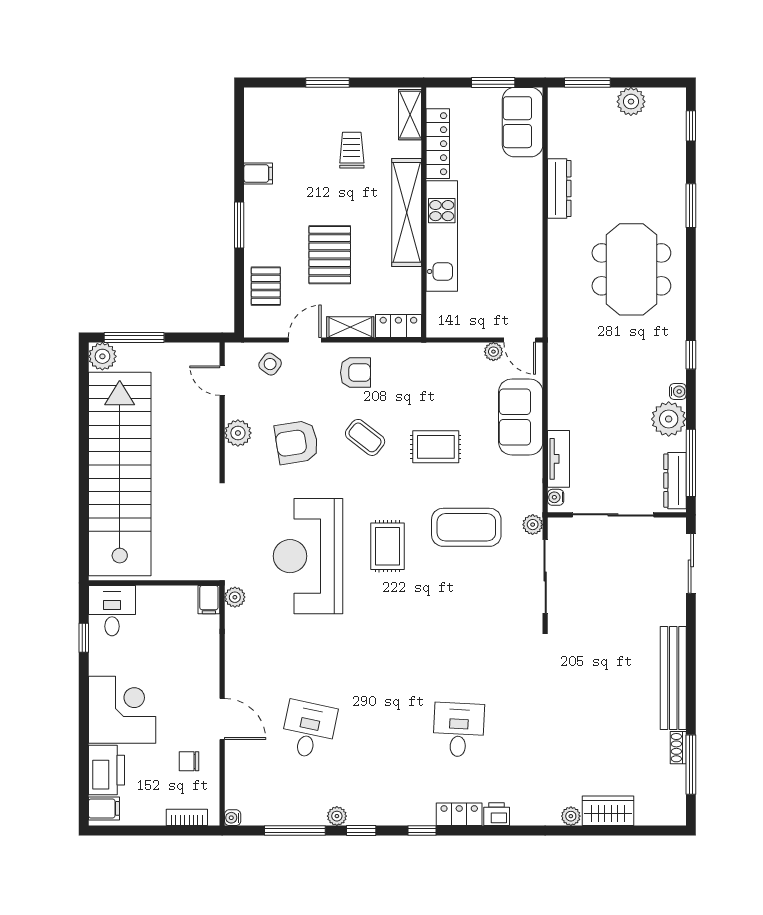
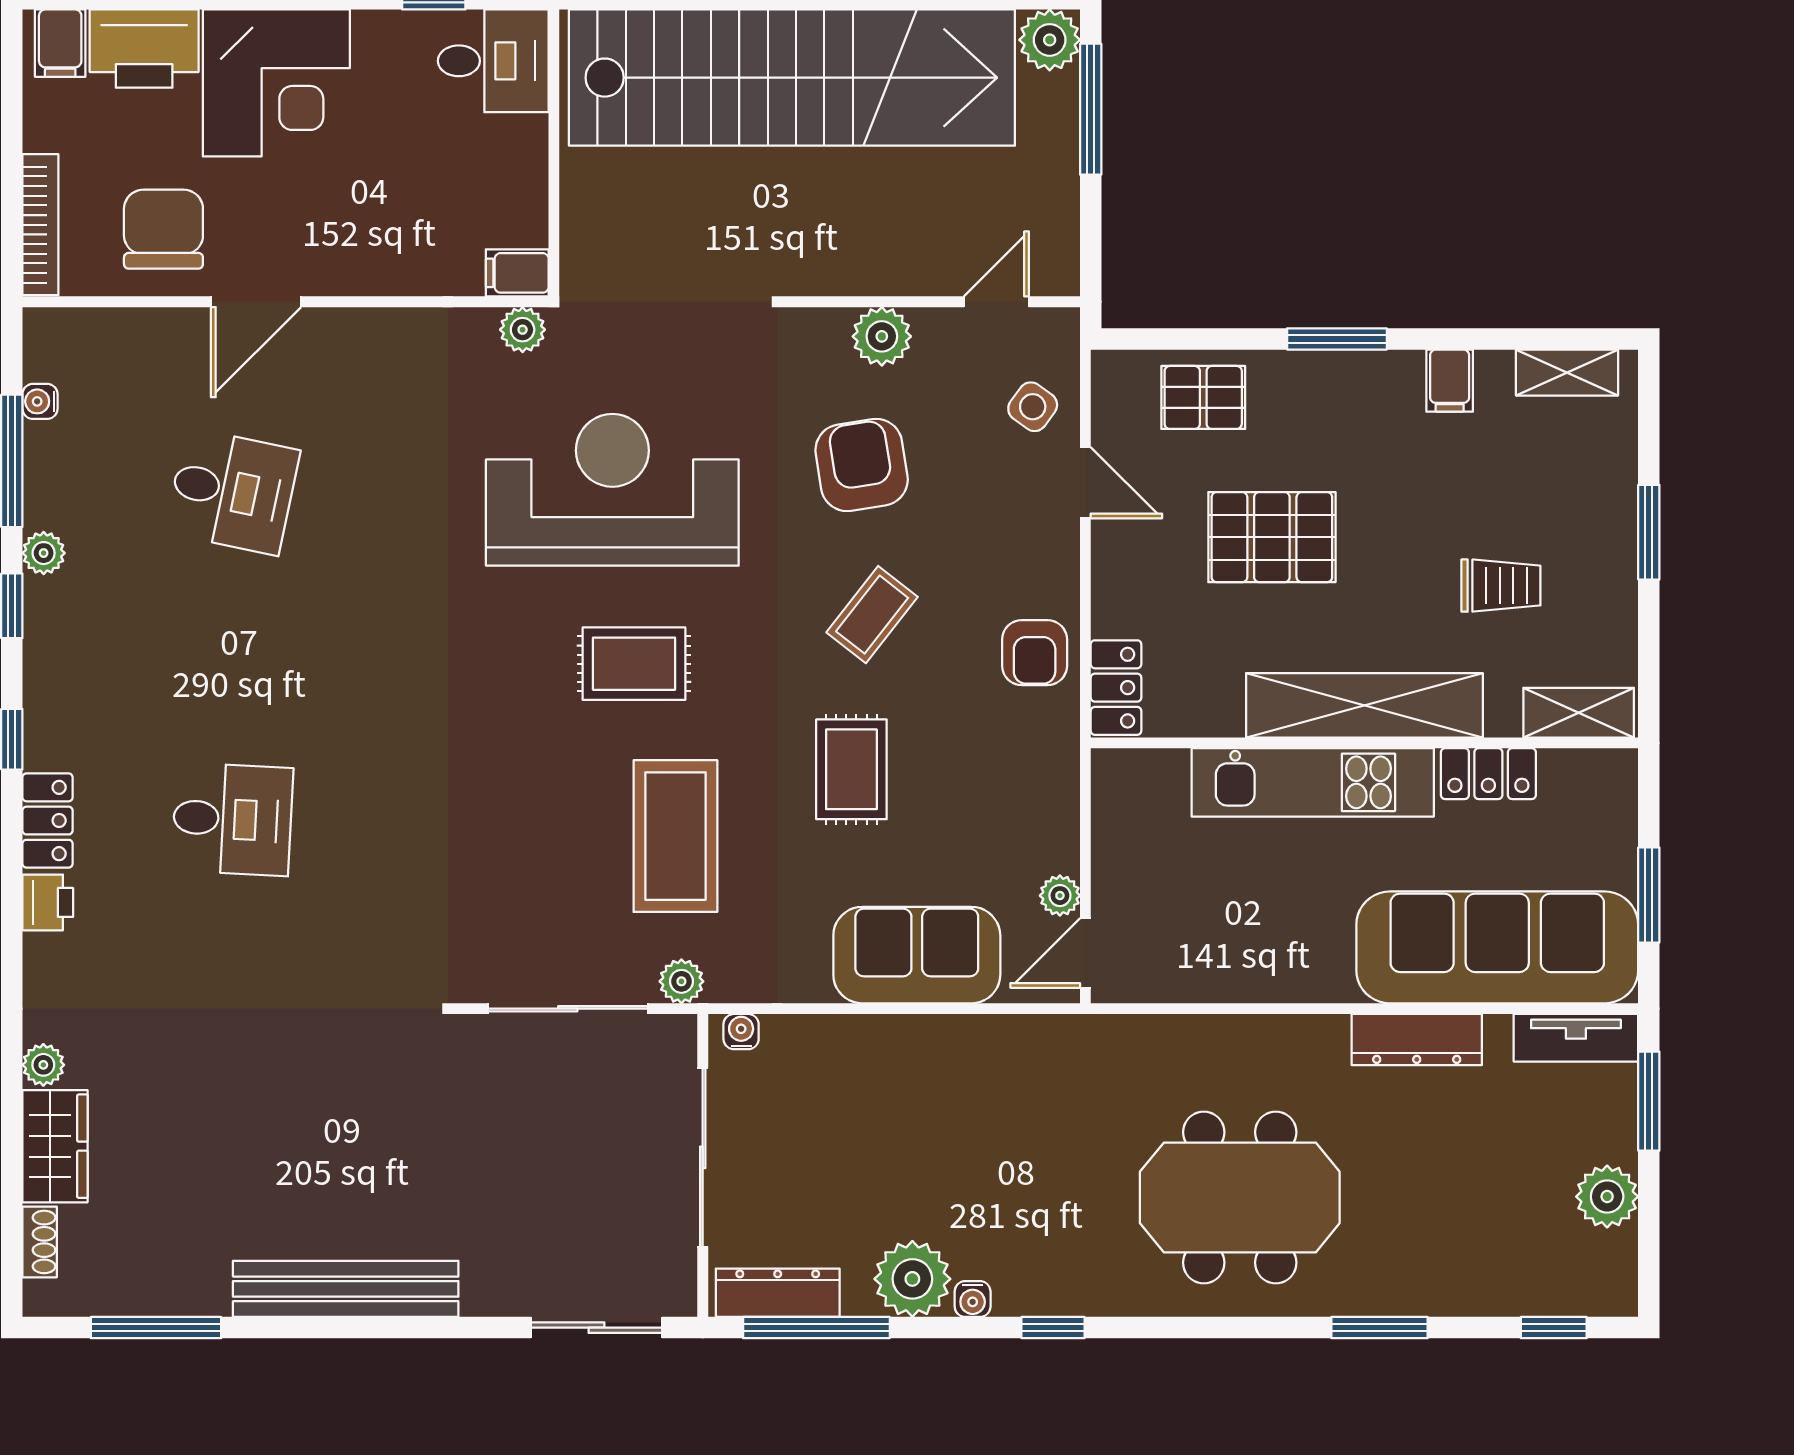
sofa: (523, 122) -> (1497, 947), width x1.85, depth x1.27
locker: (438, 144) -> (1488, 774), width x0.66
shelving: (350, 327) -> (1567, 373), moved, turned 90
armchair: (355, 373) -> (1035, 653), moved
tv unit: (558, 459) -> (1576, 1038), moved
shoe rack: (678, 748) -> (40, 1242), moved, turned 90
chair: (189, 761) -> (163, 229), width x1.87, depth x1.87
bookcase: (187, 817) -> (40, 225), width x1.56
water cooler: (233, 818) -> (40, 401), moved, turned -90

